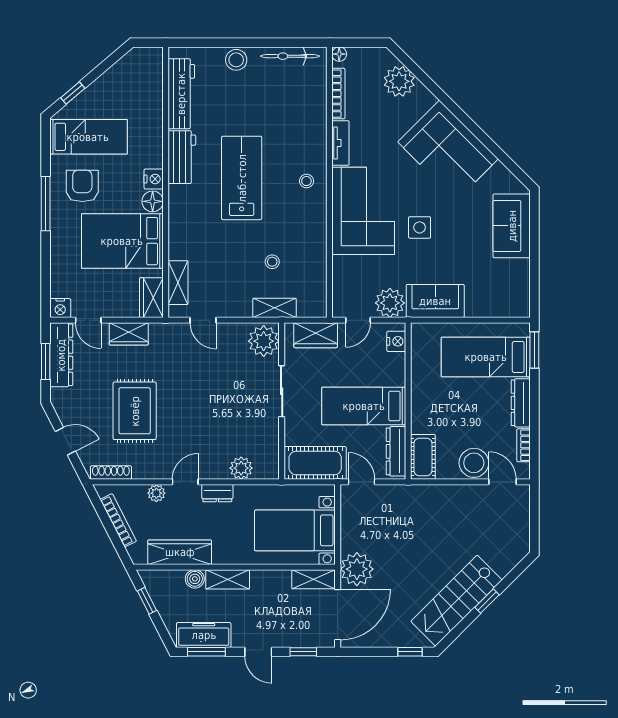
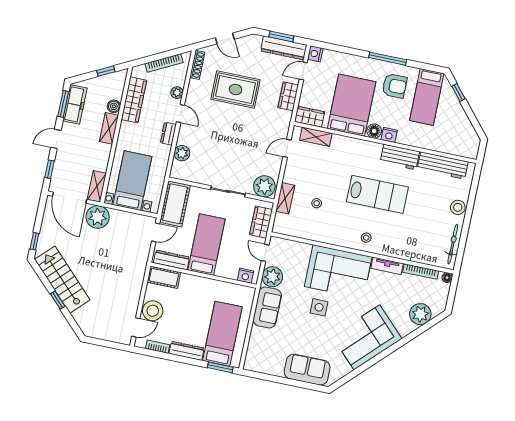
door: (65, 441) -> (225, 39), hinge flipped

